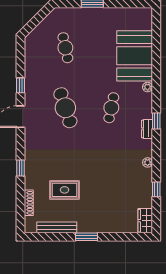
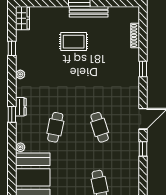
cafe table: (65, 108) -> (100, 127), width x0.73, depth x0.74
rug: (65, 190) -> (74, 42), moved
bench: (57, 227) -> (89, 12), moved

